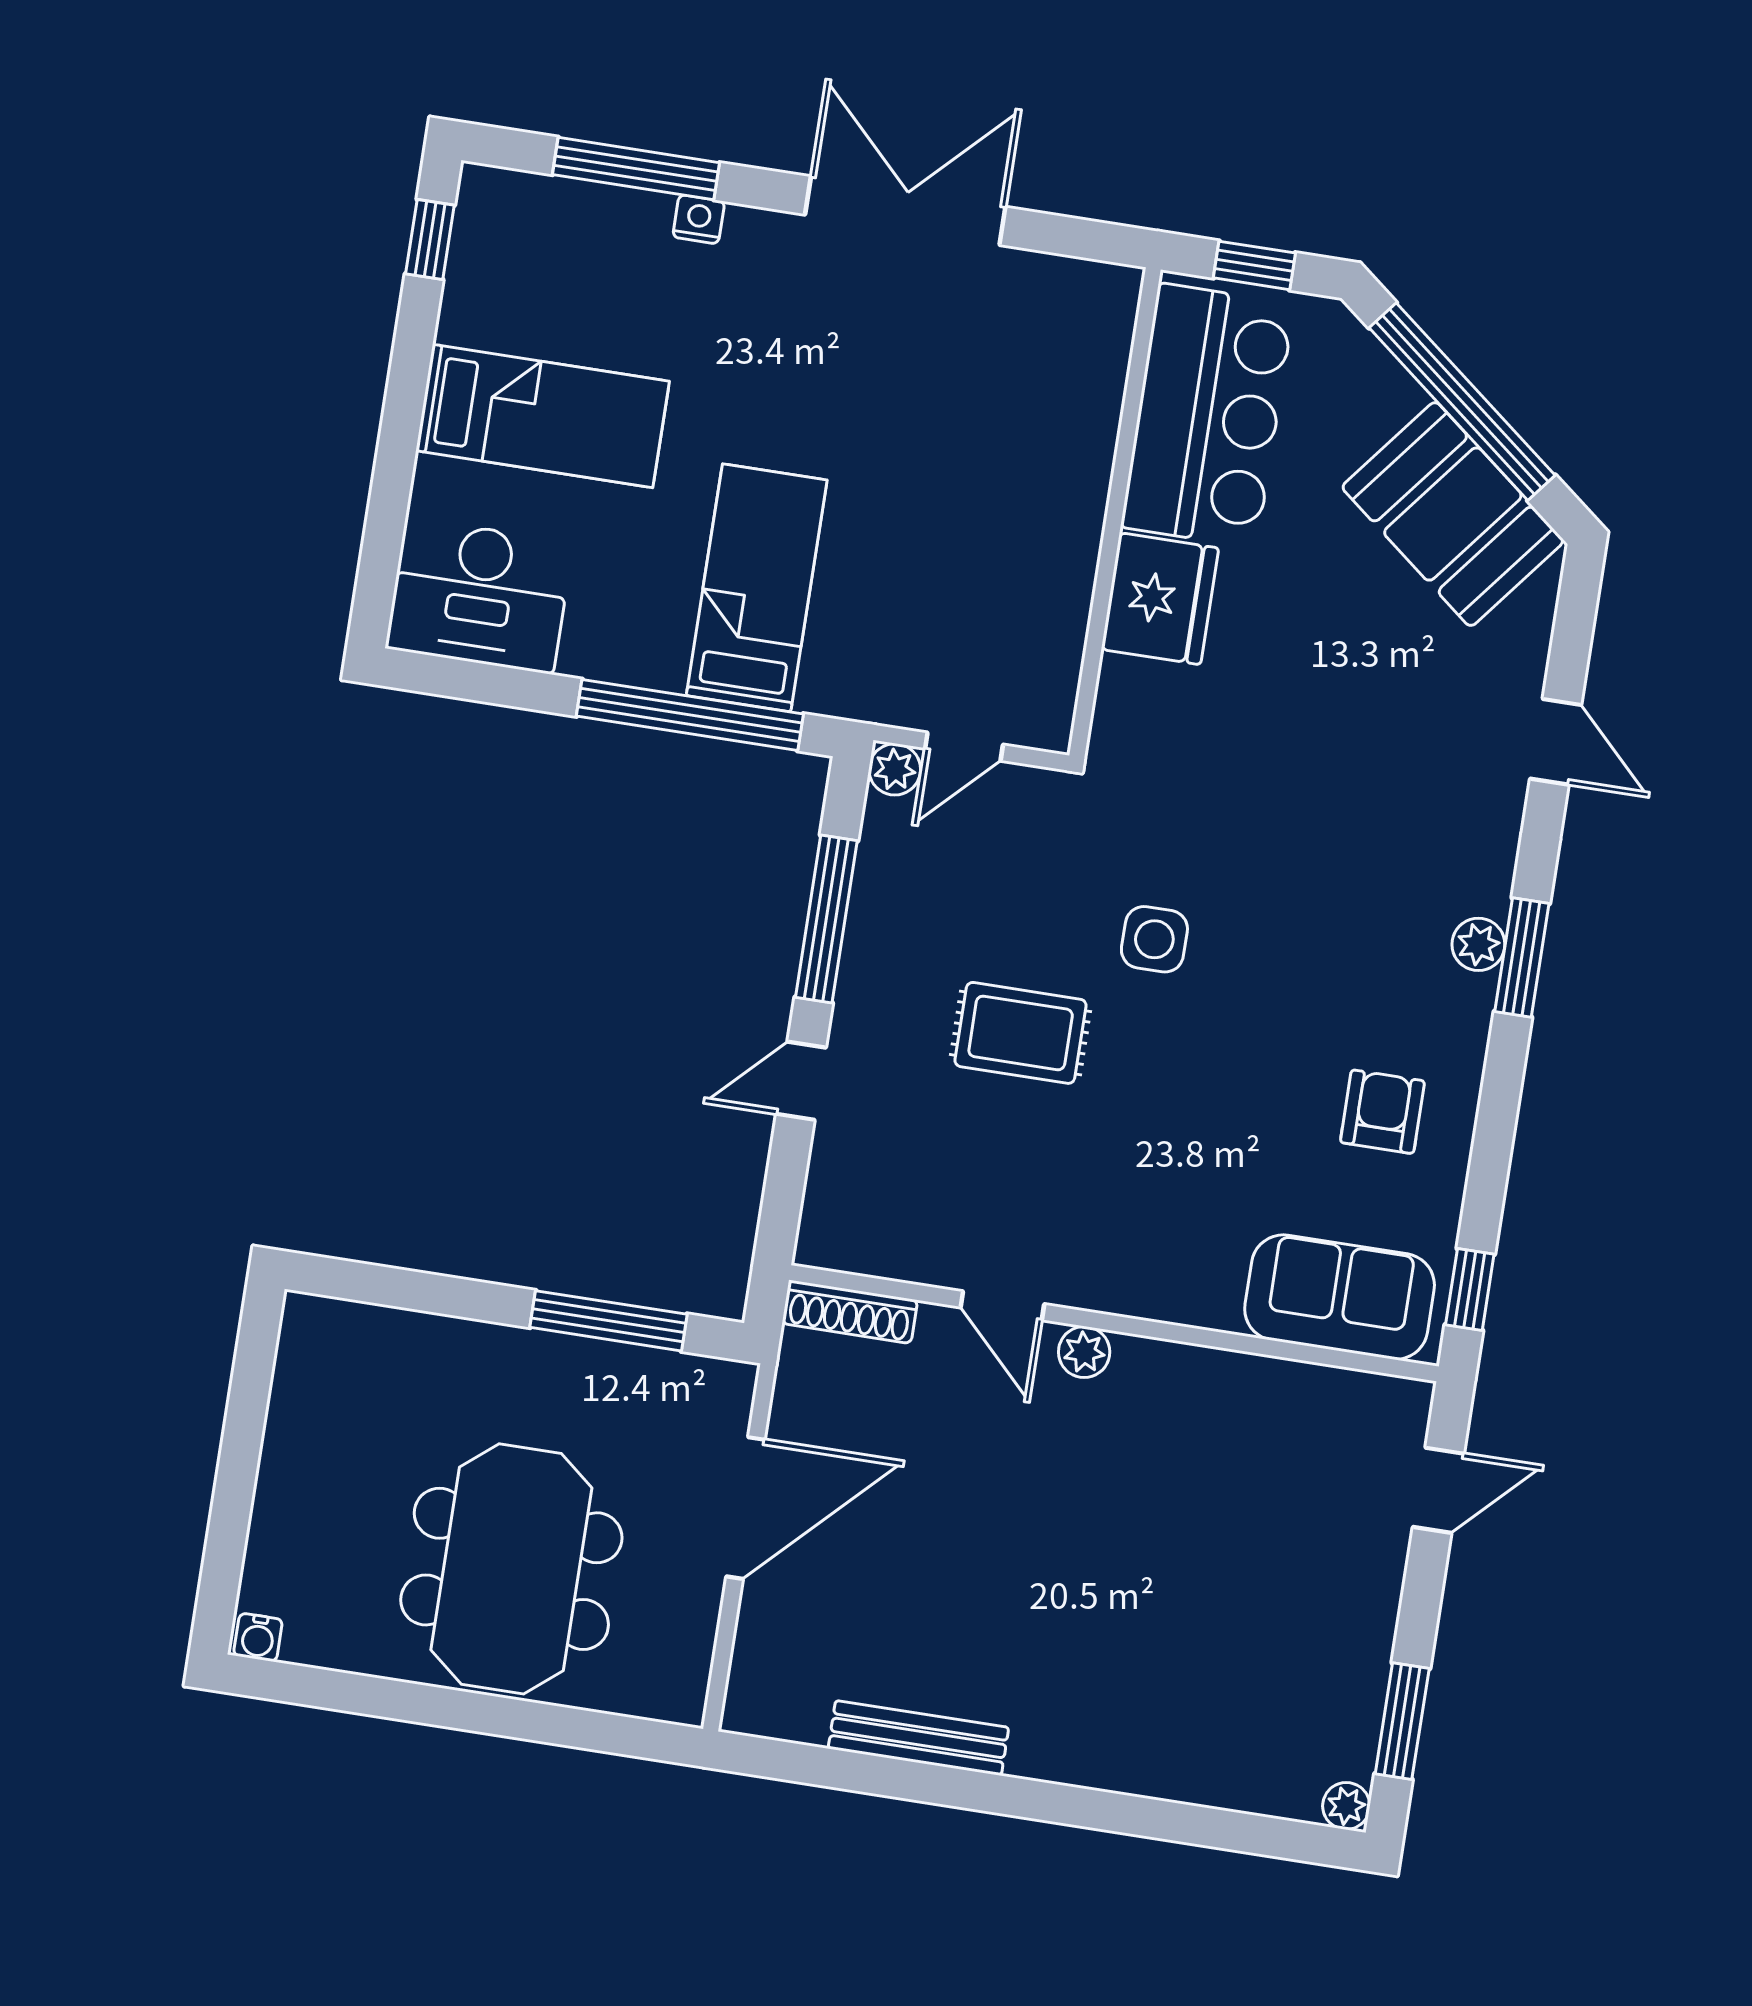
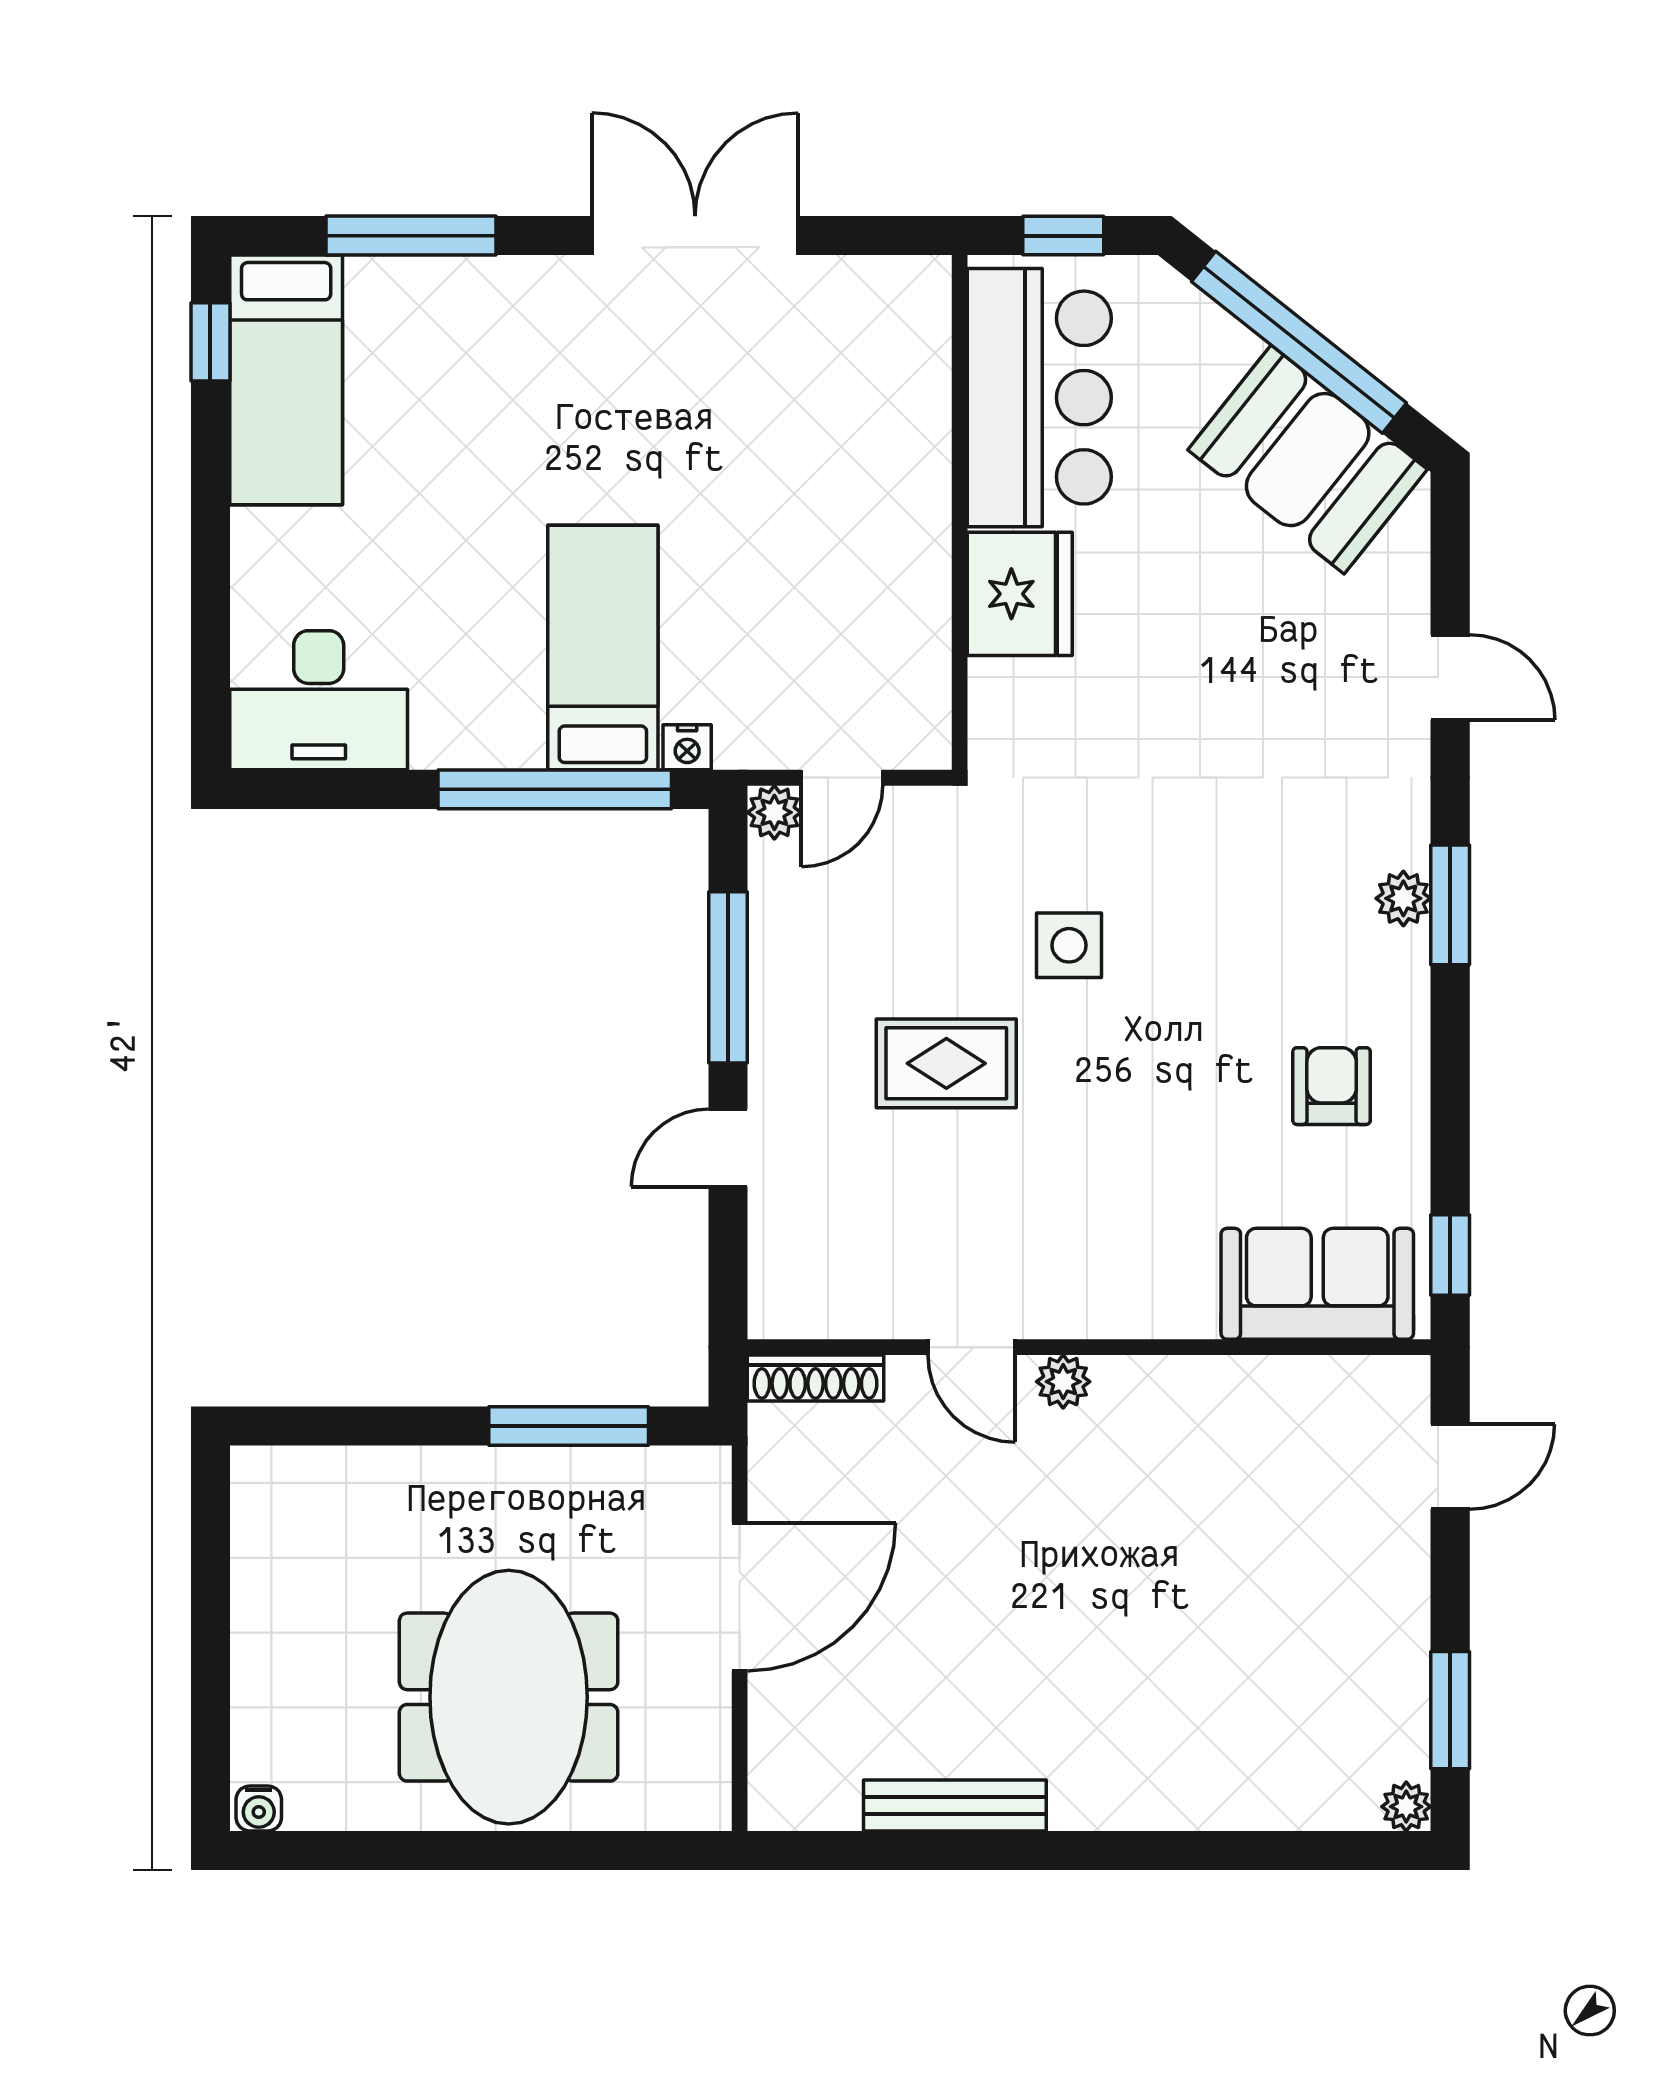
nightstand: (699, 219) -> (687, 747), moved, turned 180
bed: (543, 416) -> (286, 380), moved, turned 90

